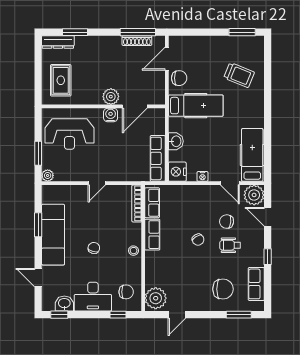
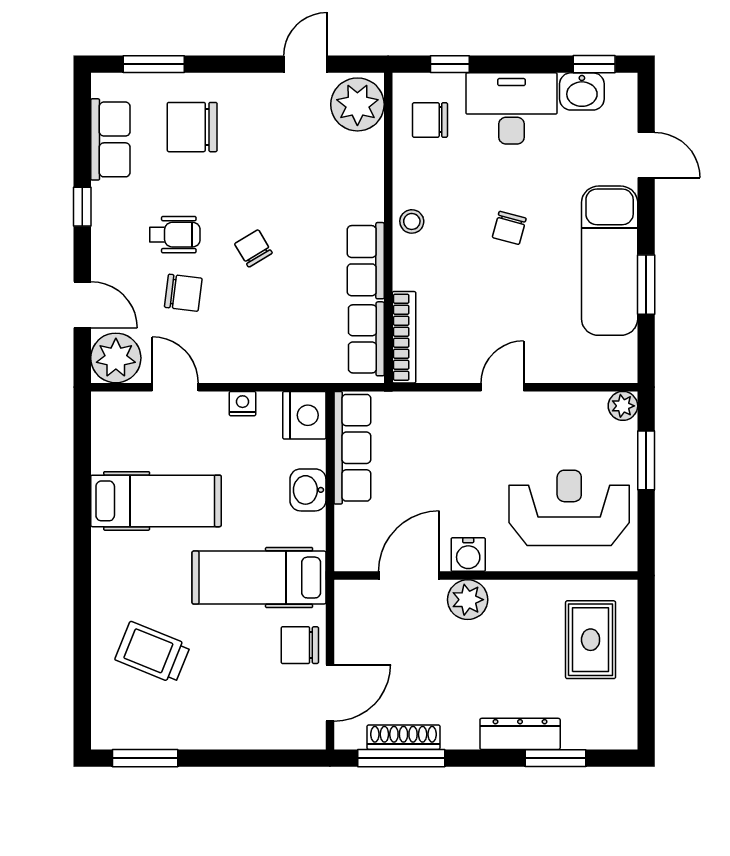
dresser: (58, 42) -> (520, 734), moved
hospital bed: (252, 155) -> (156, 501), moved, turned -90

